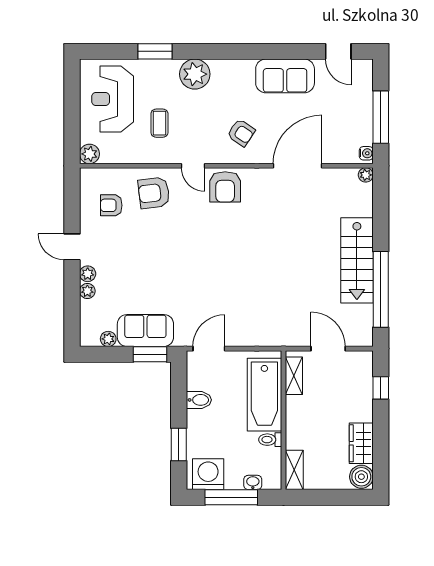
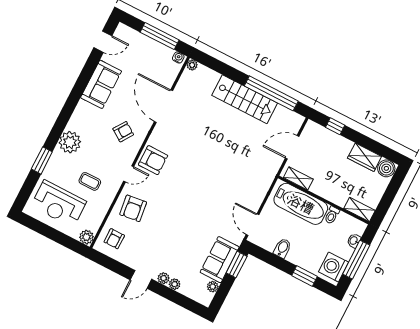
armchair: (111, 205) -> (114, 239), moved

